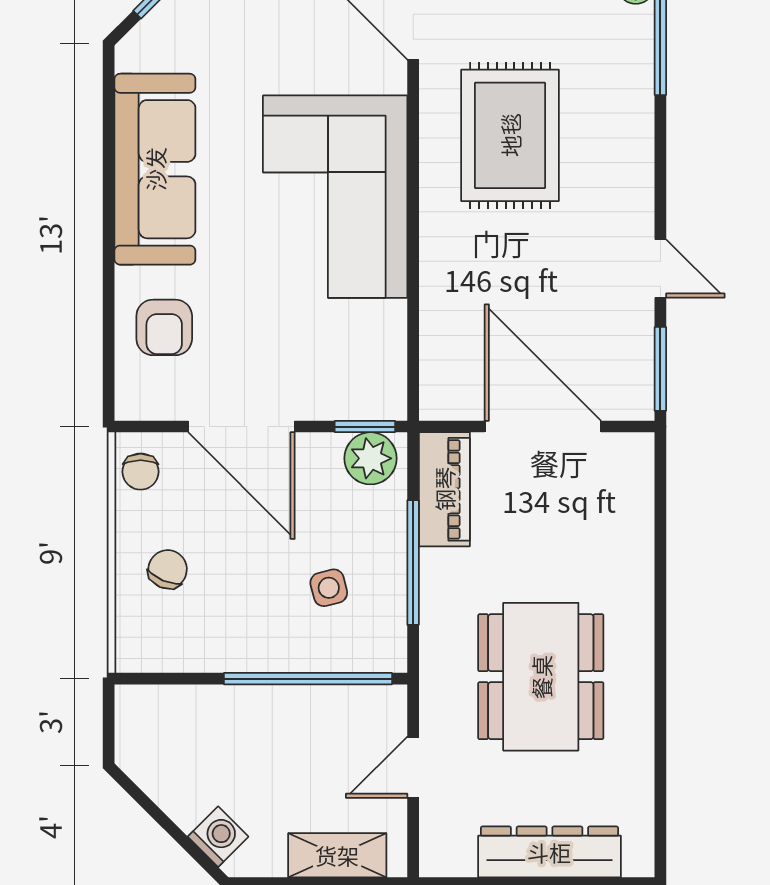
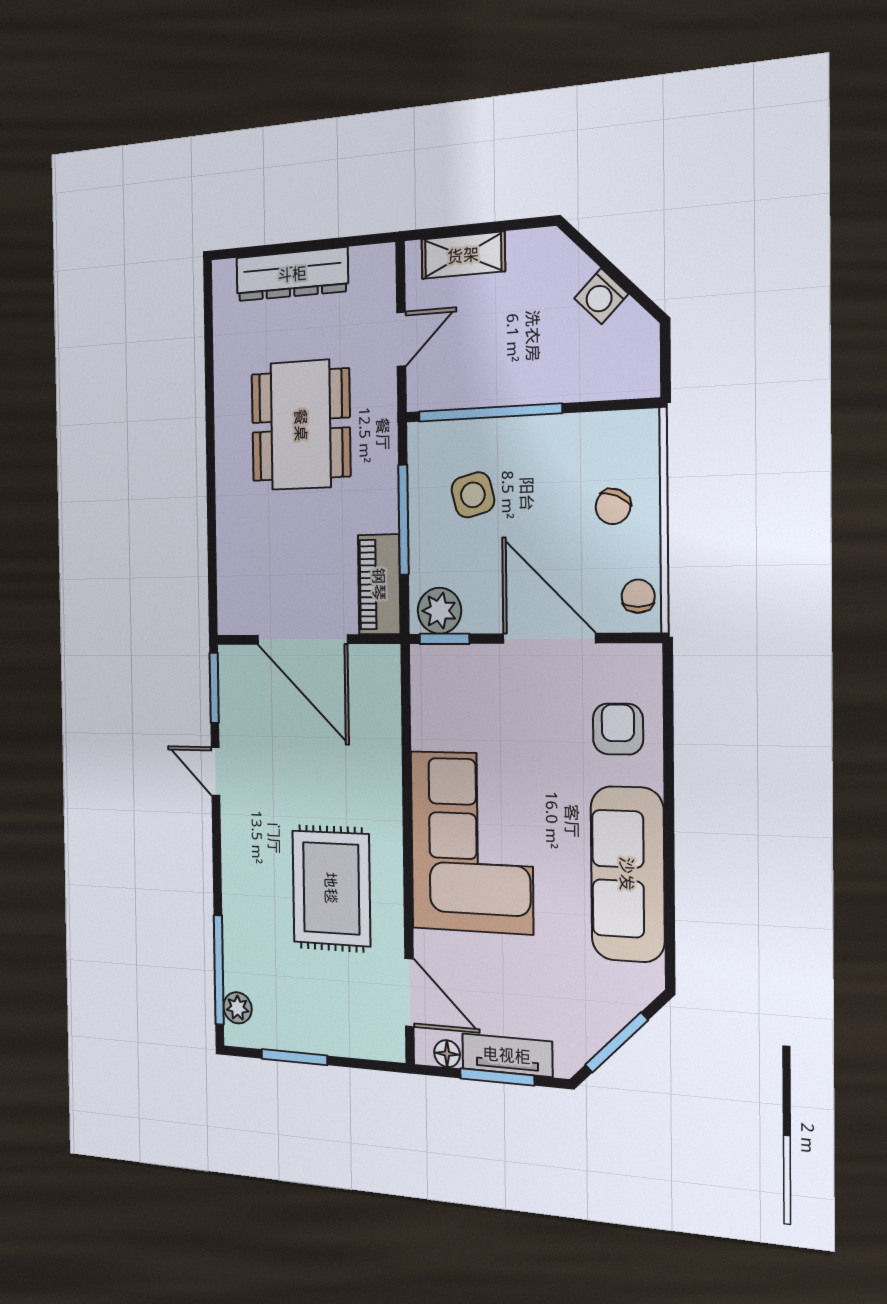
side table: (329, 588) -> (473, 495), width x1.37, depth x1.37
washing machine: (218, 837) -> (601, 296), moved

